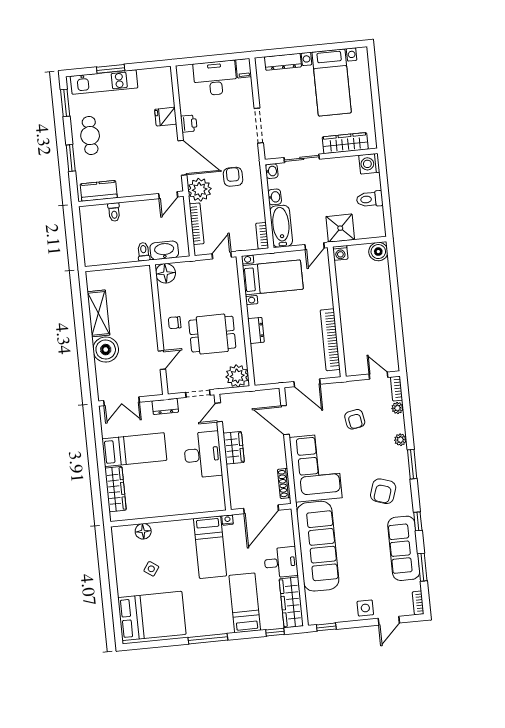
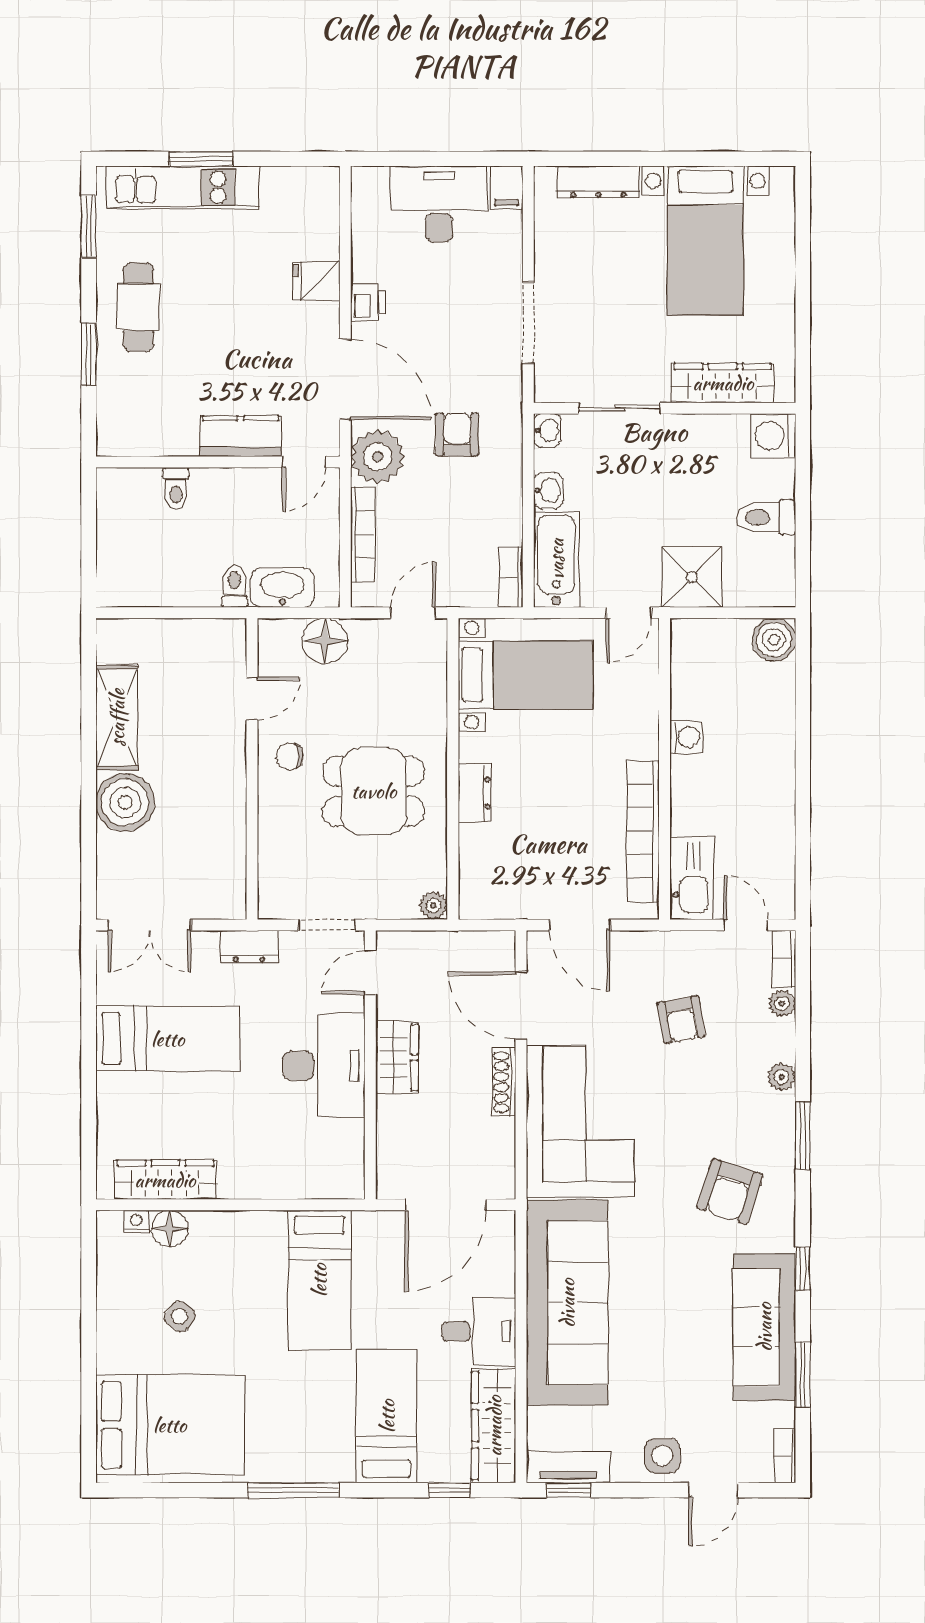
kitchen counter: (99, 191) -> (241, 436), moved
washing machine: (340, 253) -> (686, 737), moved, turned -90
floor lamp: (166, 273) -> (325, 641), moved
kitchen sink: (353, 358) -> (692, 878), added
door: (162, 360) -> (252, 699), moved
plant: (237, 376) -> (433, 905), width x0.53, depth x0.53
shoe rack: (284, 483) -> (504, 1082), moved
wardrobe: (115, 489) -> (165, 1180), moved, turned -90
nightstand: (228, 520) -> (136, 1222), moved
tv unit: (325, 617) -> (568, 1467), added

